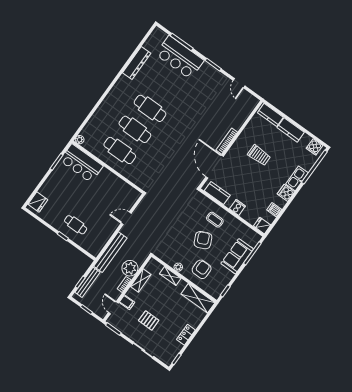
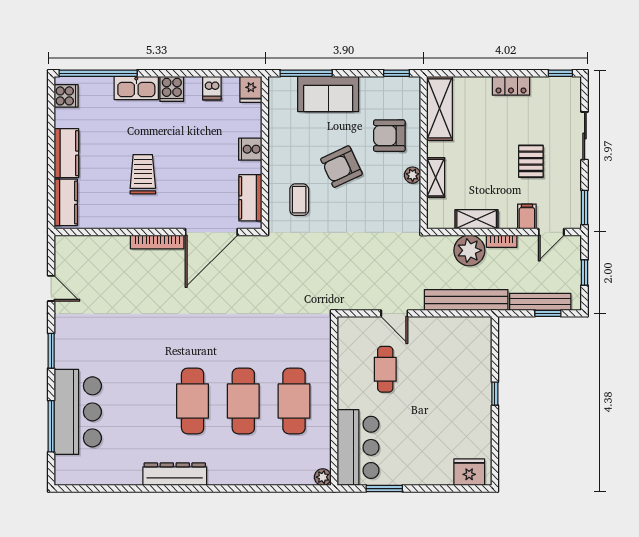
dresser: (137, 63) -> (175, 474), moved
door: (239, 83) -> (51, 288), hinge flipped
coffee table: (215, 220) -> (299, 200), moved
cafe table: (76, 225) -> (385, 369), moved

